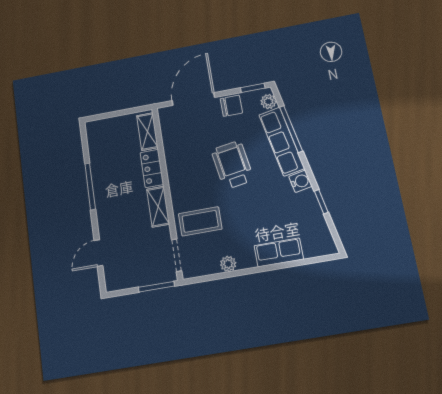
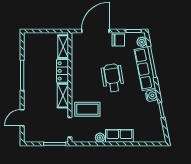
row of seats: (279, 252) -> (119, 136), moved

